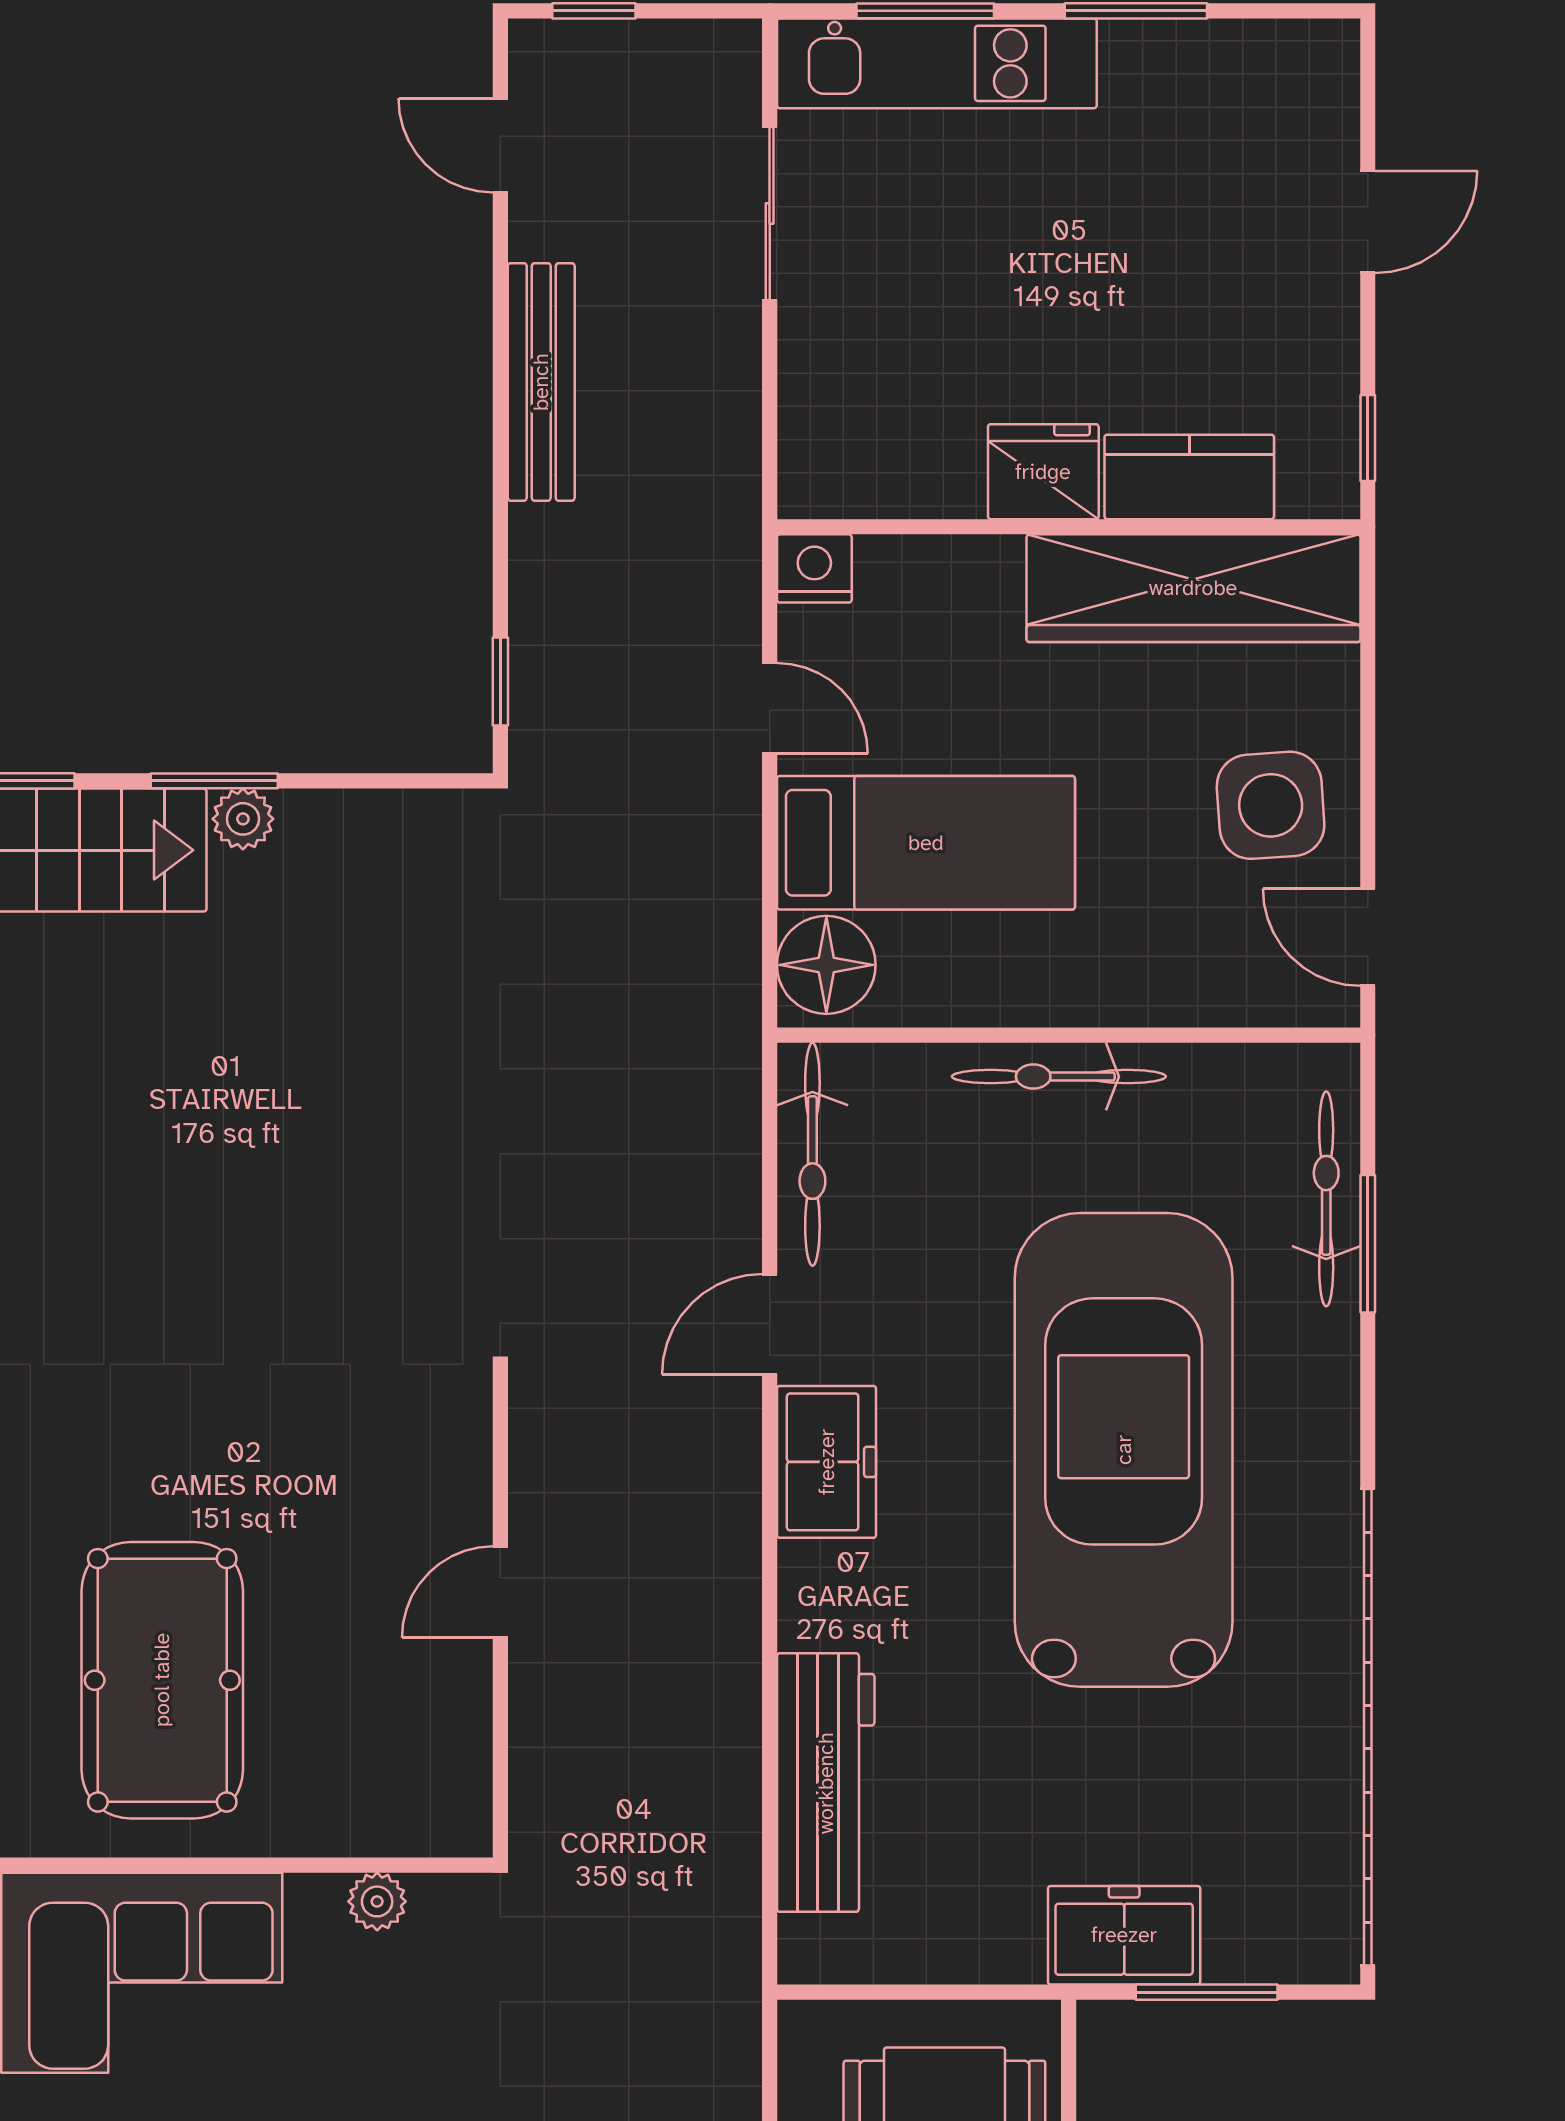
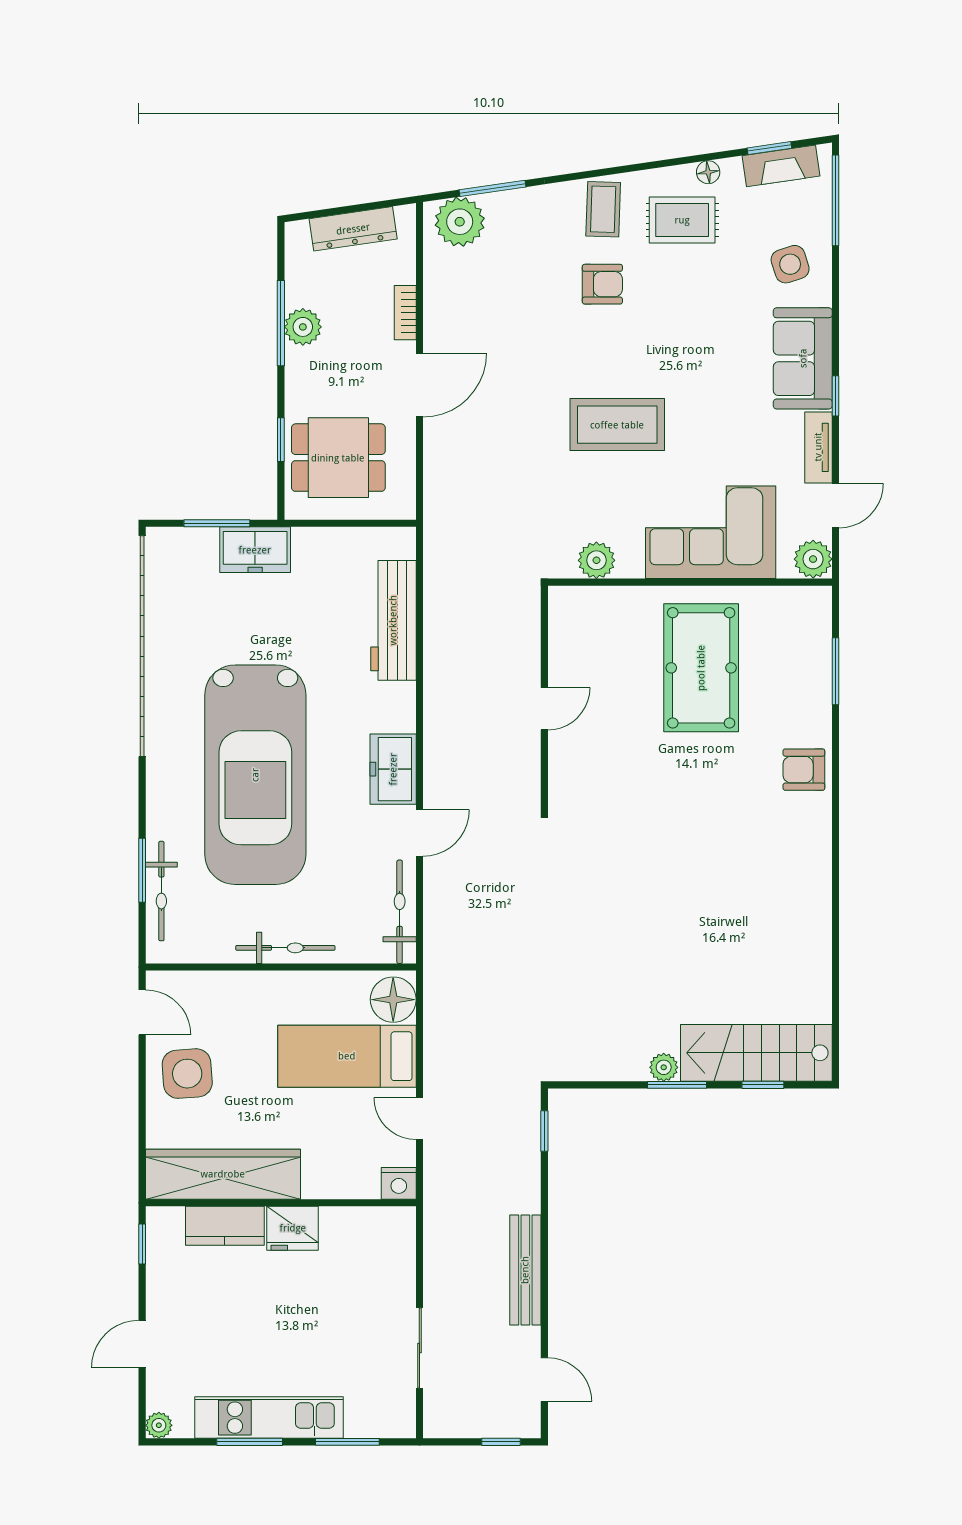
plant: (1332, 47) -> (159, 1425), added
kitchen unit: (937, 63) -> (269, 1418), moved
plant: (377, 1901) -> (596, 560), width x1.38, depth x1.38

